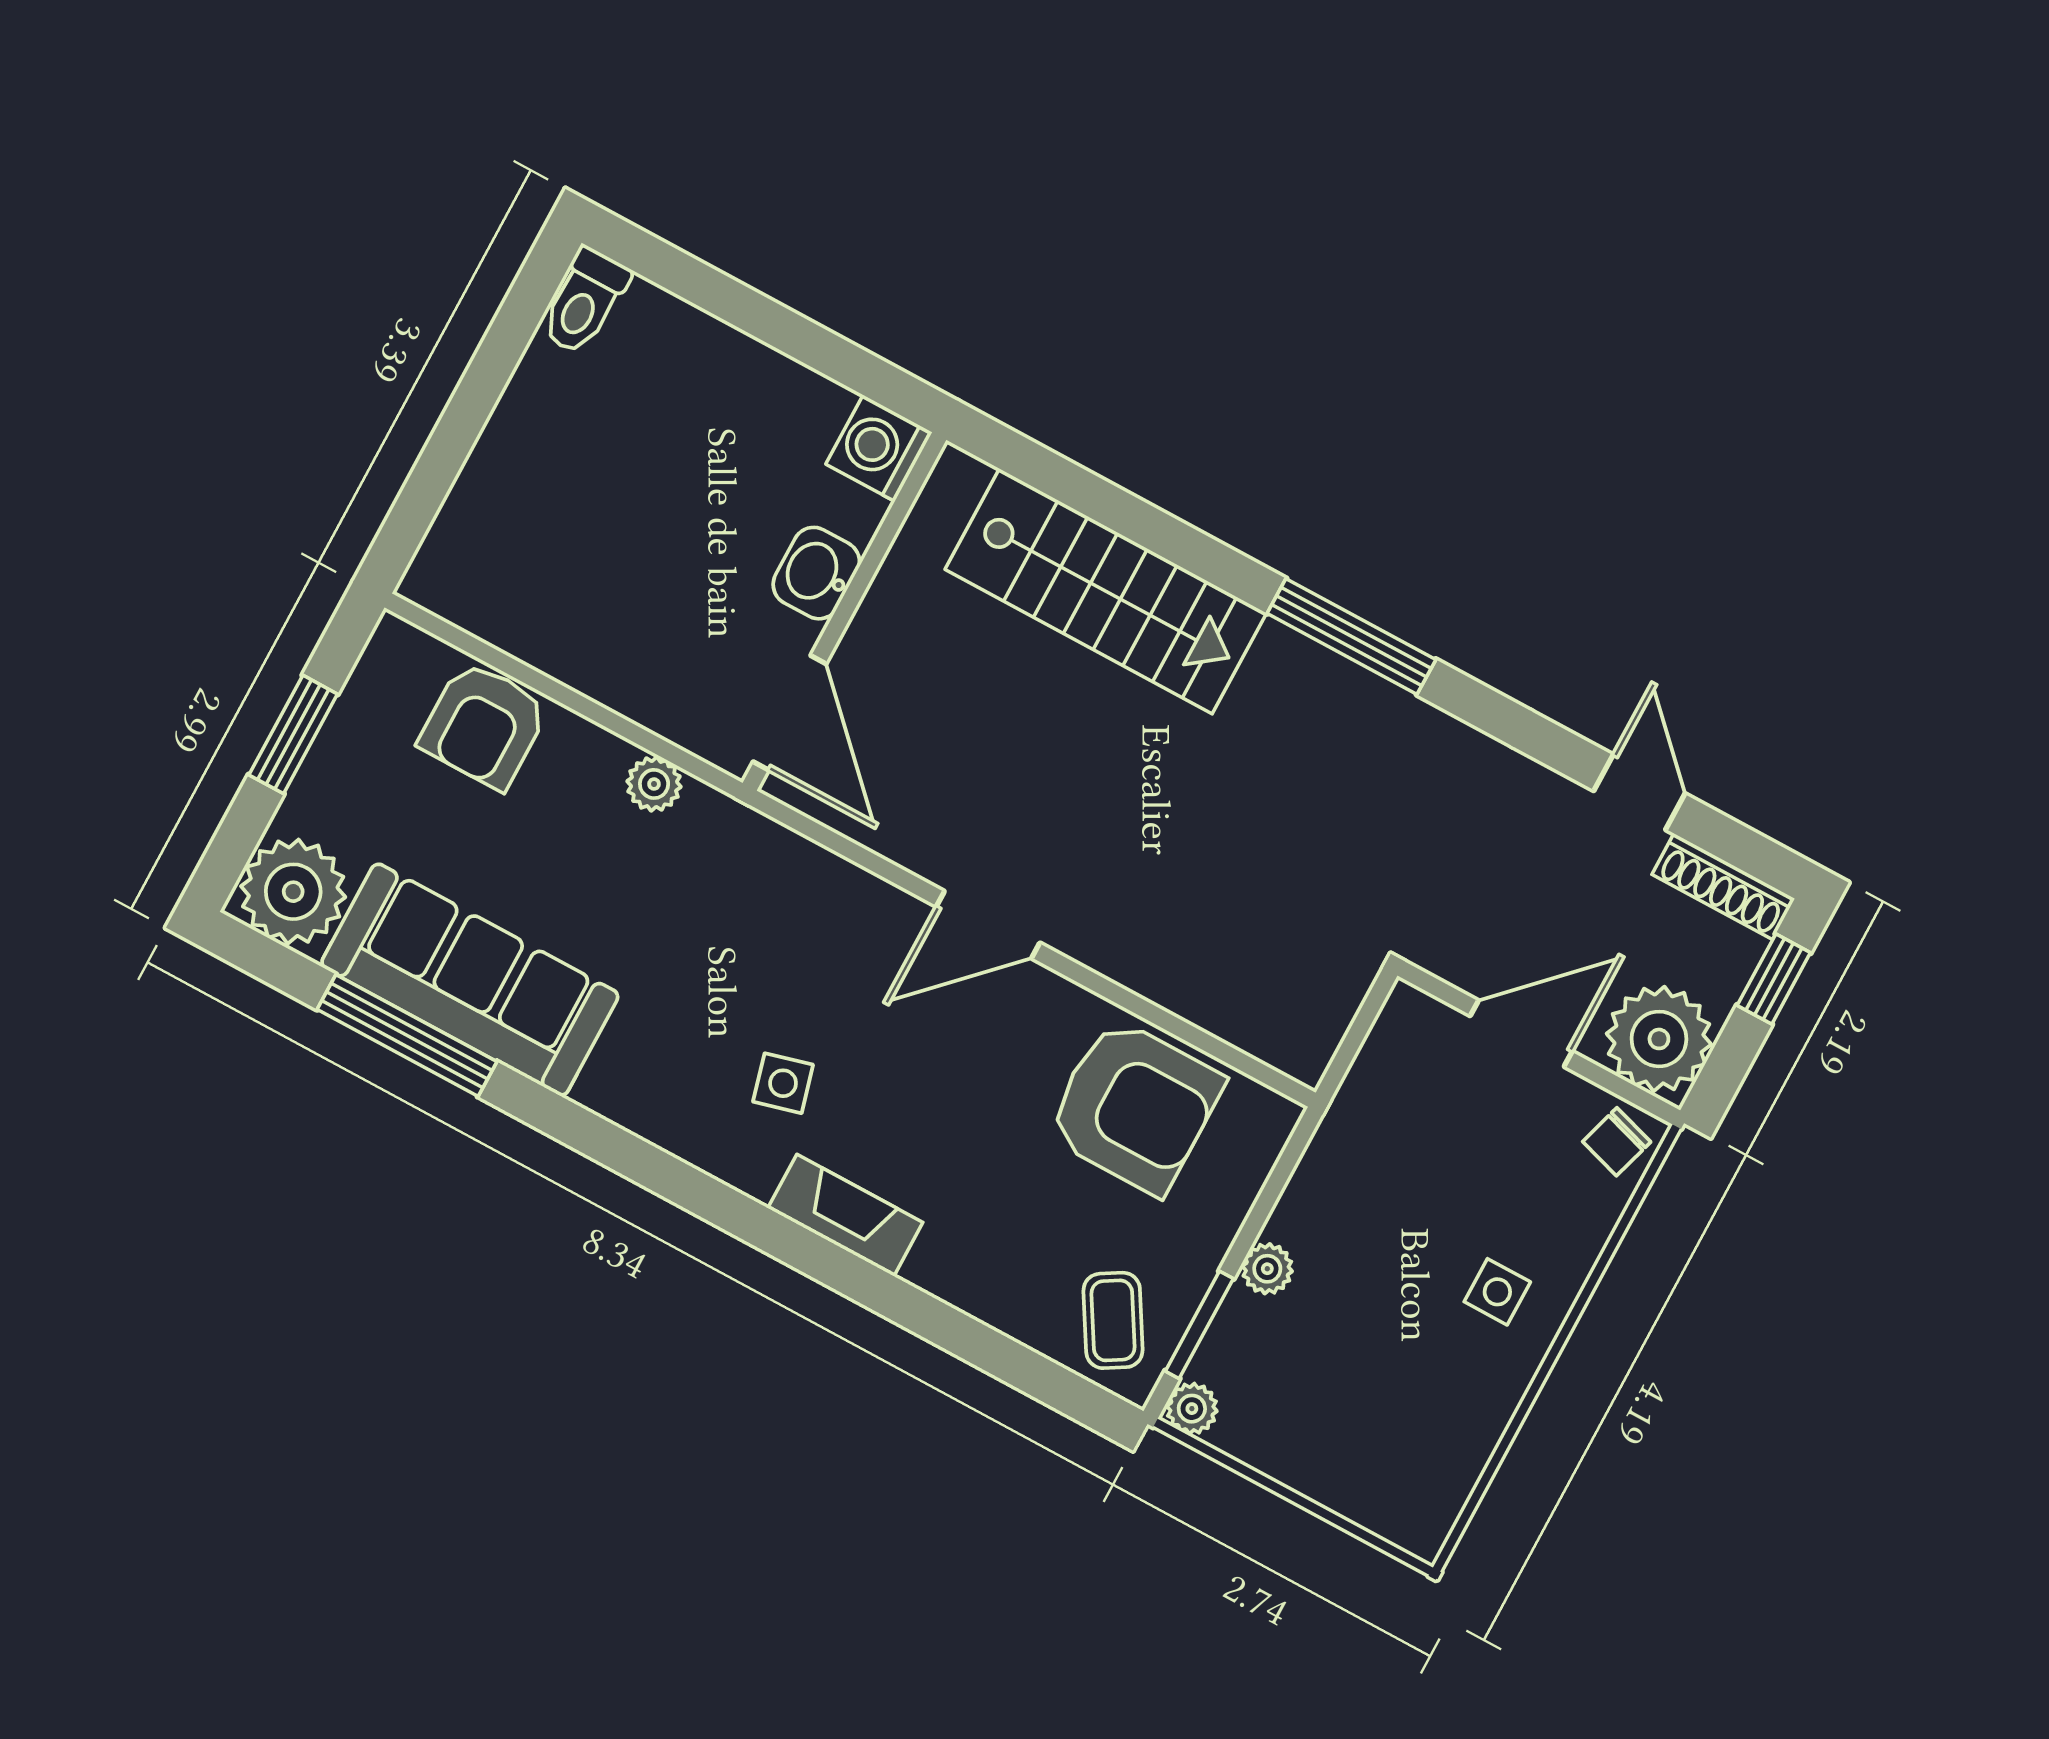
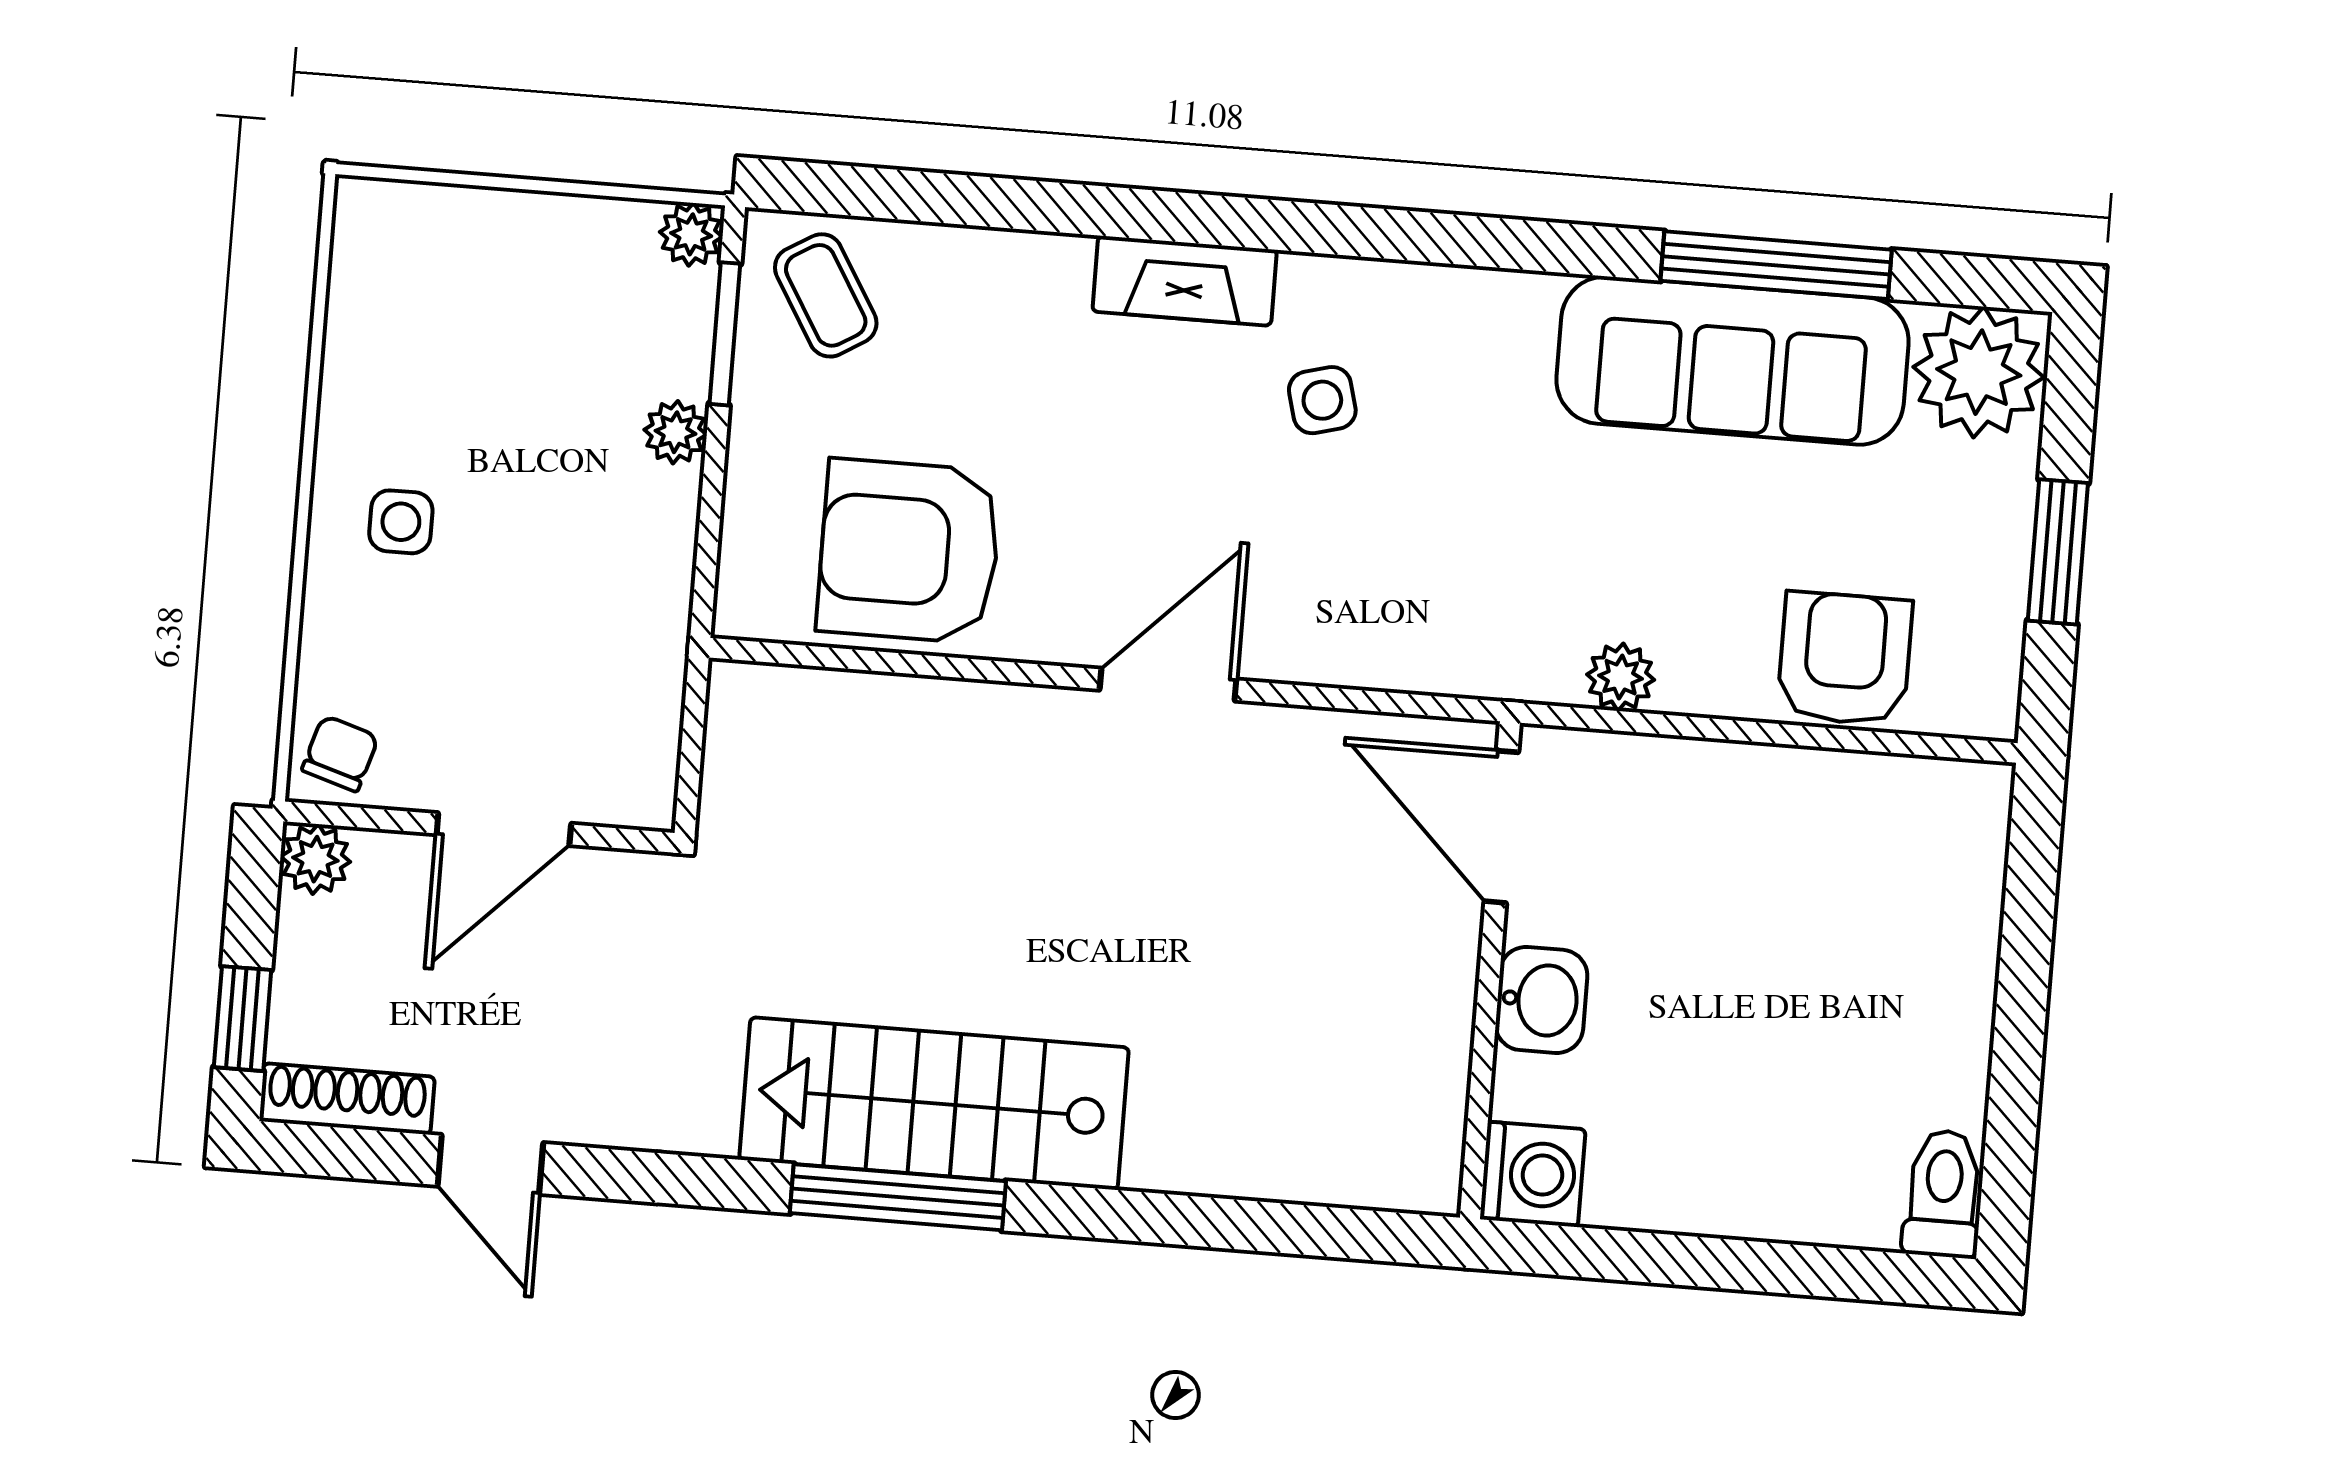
stairs: (1106, 591) -> (934, 1104), moved
plant: (1659, 1039) -> (315, 859), width x0.53, depth x0.53

